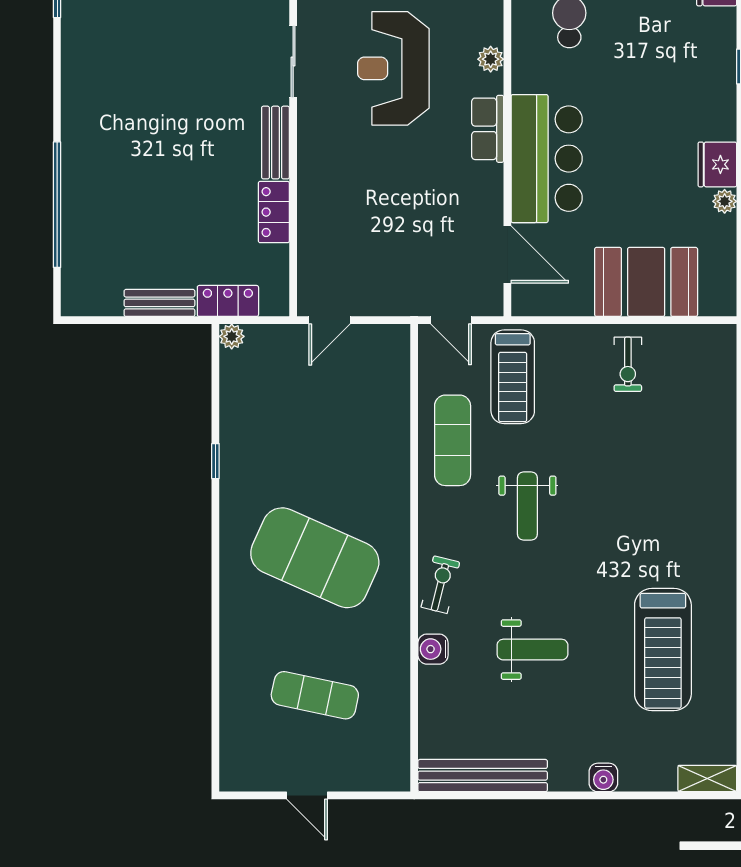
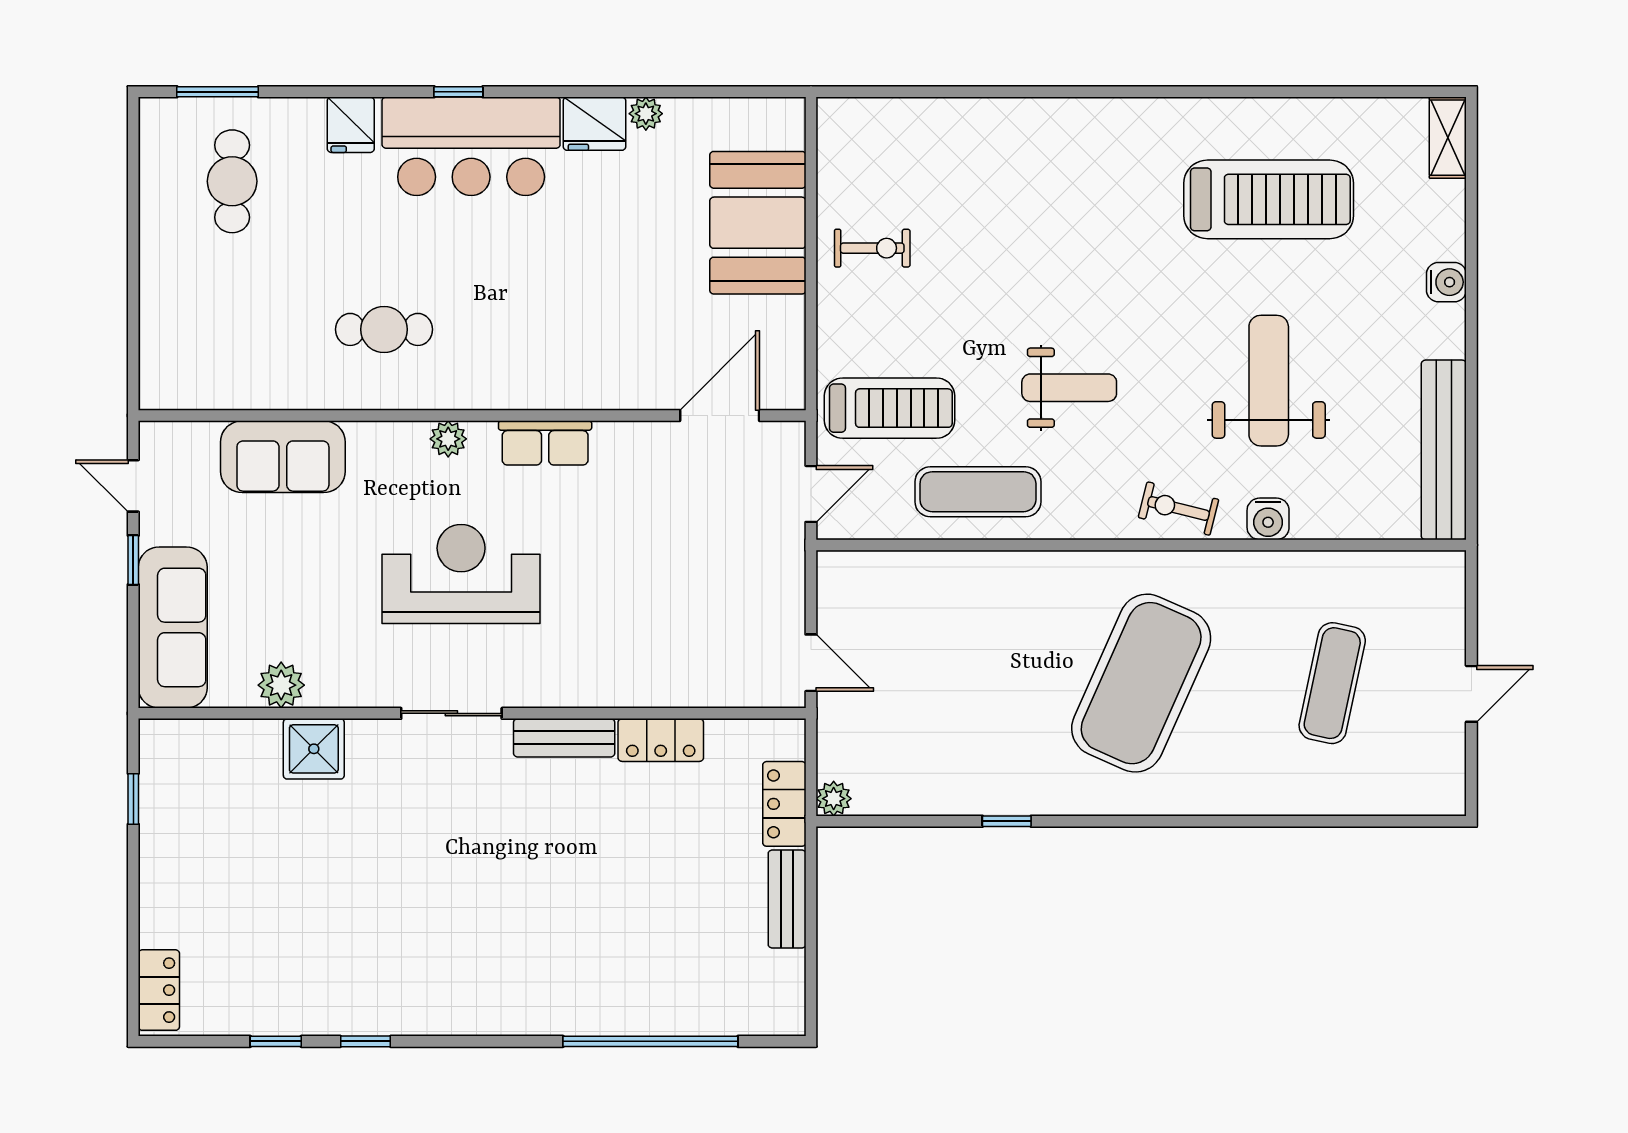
reception desk: (393, 68) -> (461, 574), turned 180
bar counter: (547, 159) -> (471, 146), moved, turned 180
weight bench: (532, 650) -> (1269, 381), width x1.36, depth x1.33

